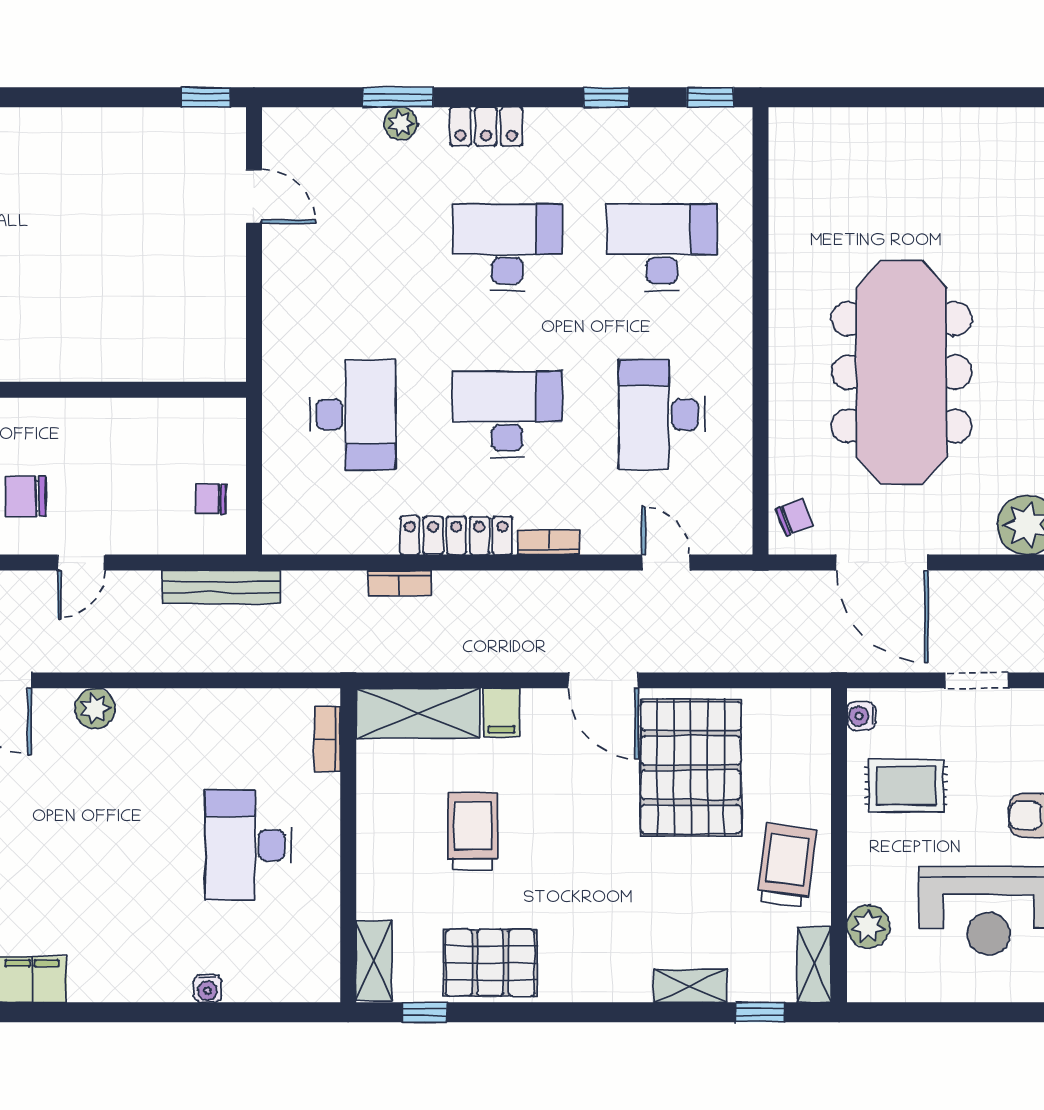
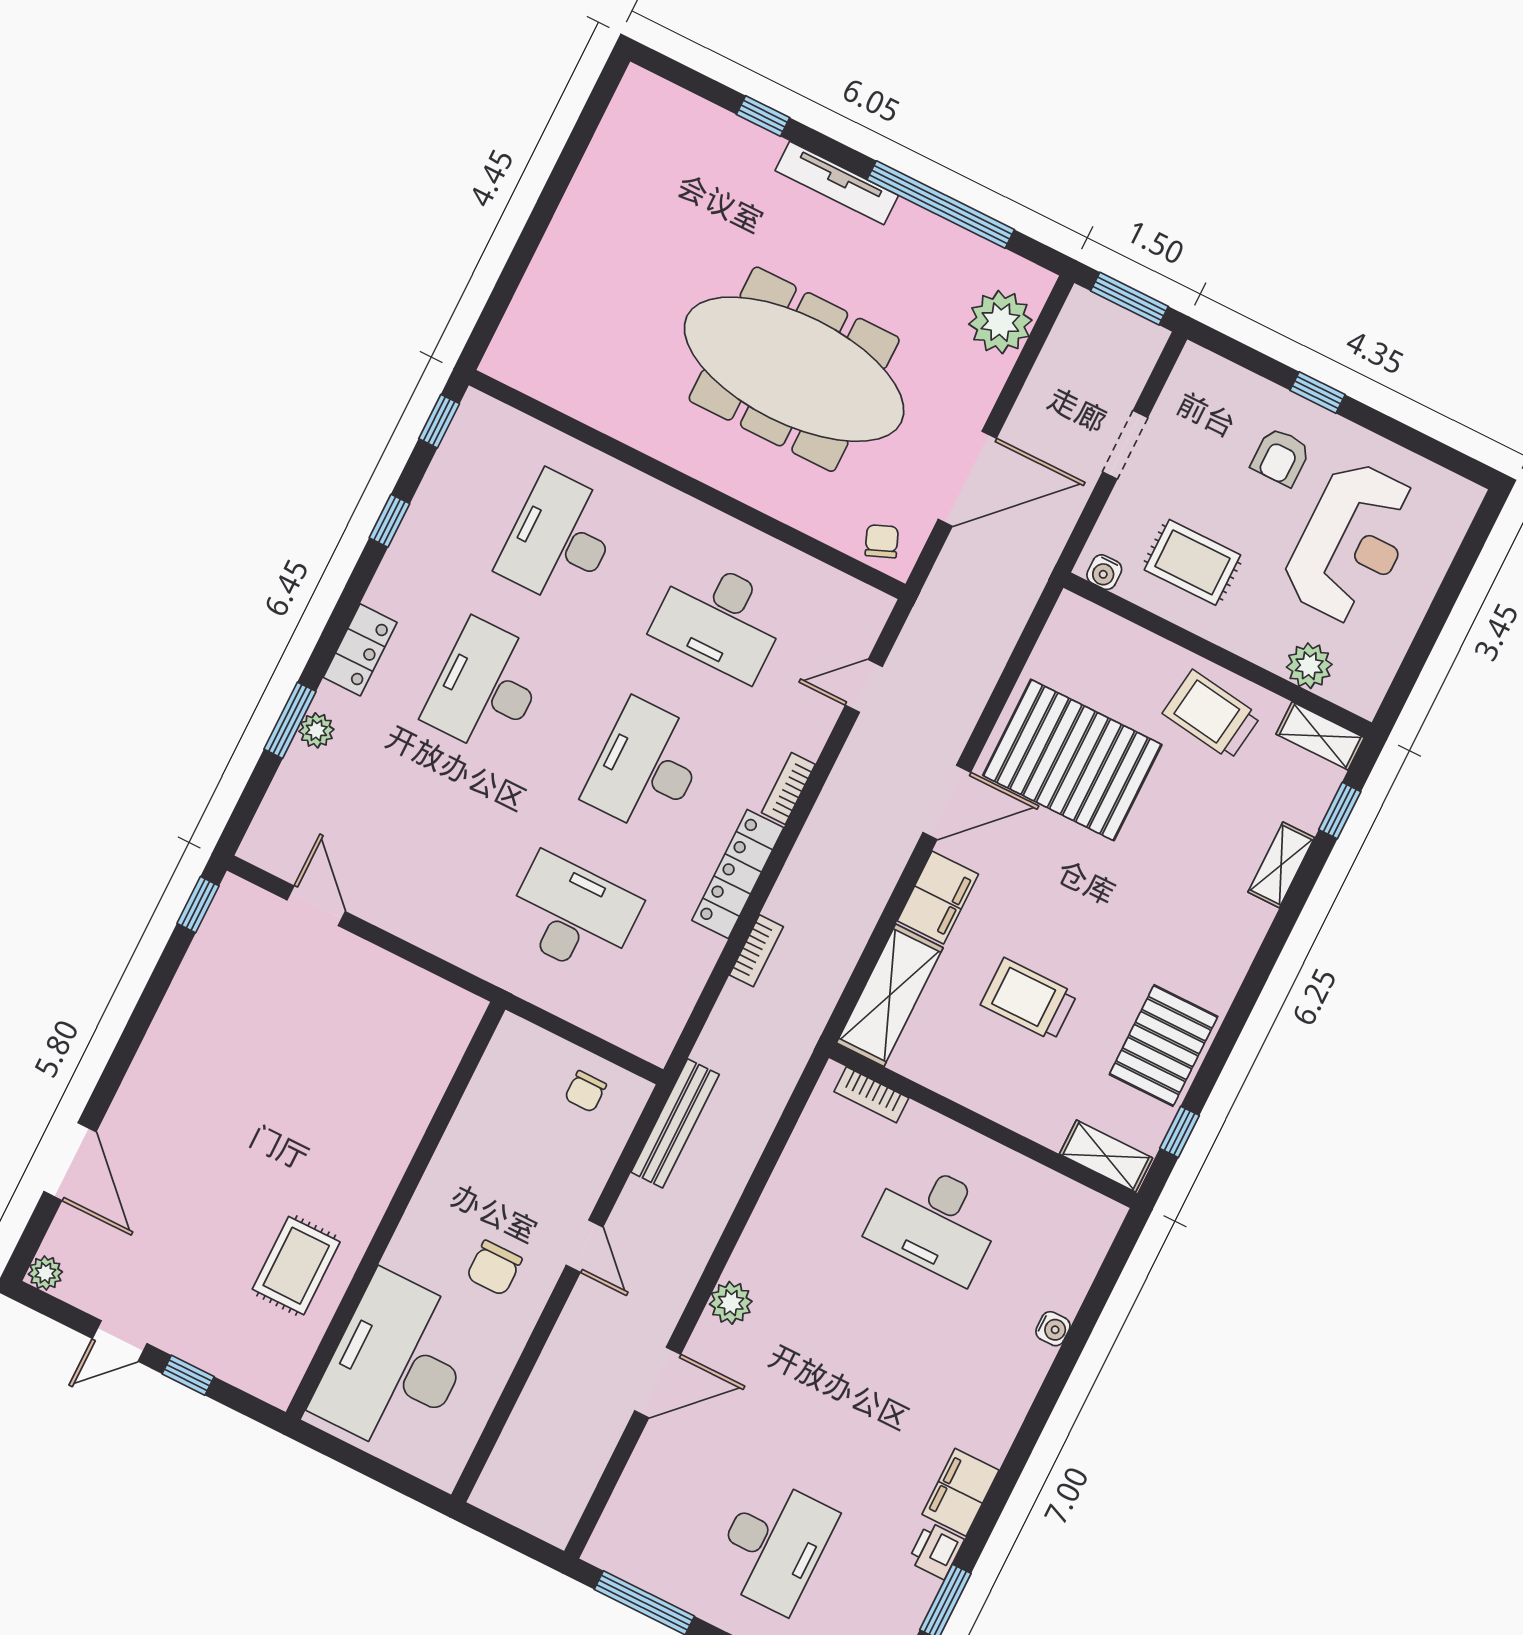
door: (254, 196) -> (316, 906), hinge flipped
filing cabinet: (502, 713) -> (938, 898), width x2.00
rug: (906, 786) -> (1192, 562), turned 90

